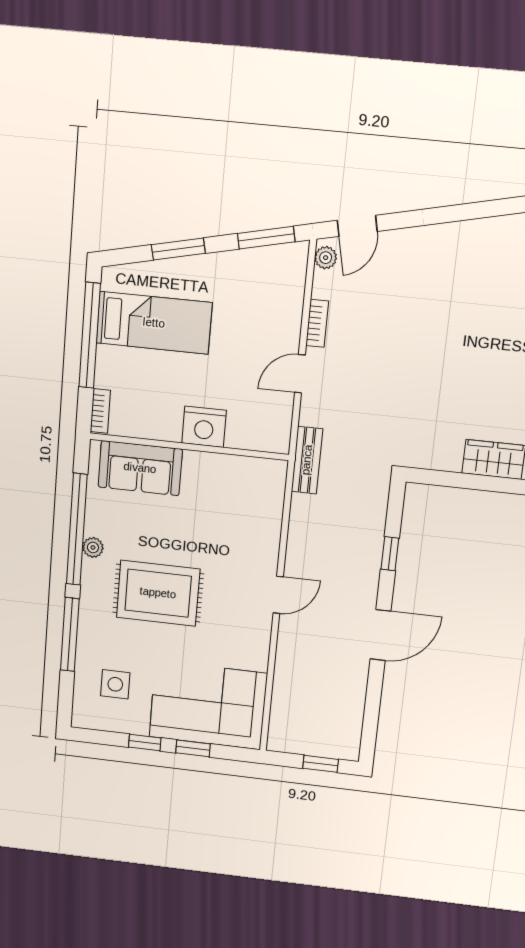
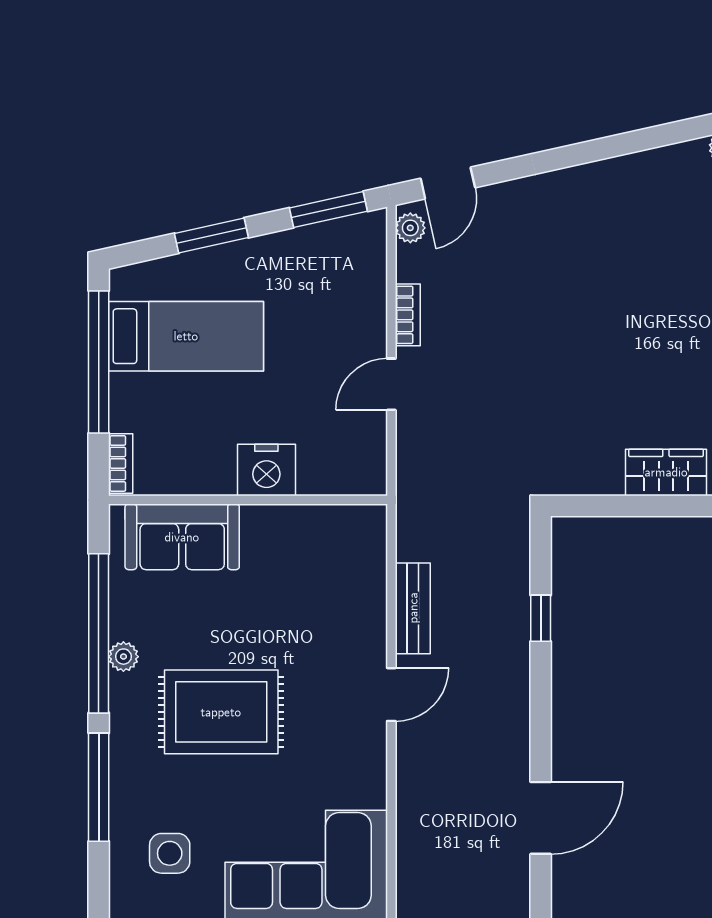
bench: (307, 460) -> (413, 608), moved
door: (381, 635) -> (541, 818), moved

